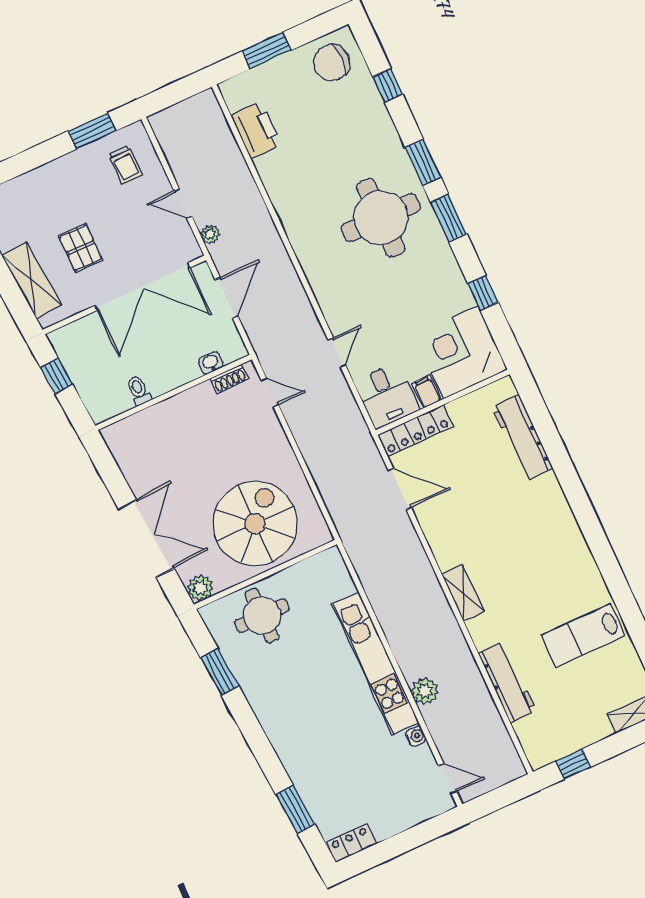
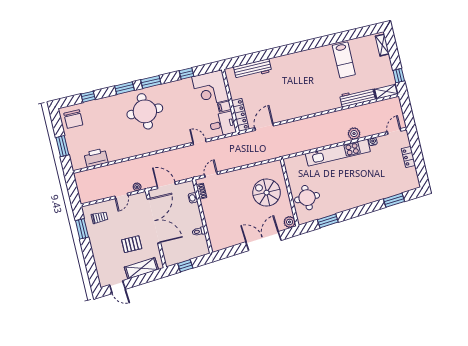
spiral stairs: (255, 524) -> (267, 193), width x0.73, depth x0.73
shelving: (463, 593) -> (386, 92), moved
locker: (351, 843) -> (408, 157), moved

